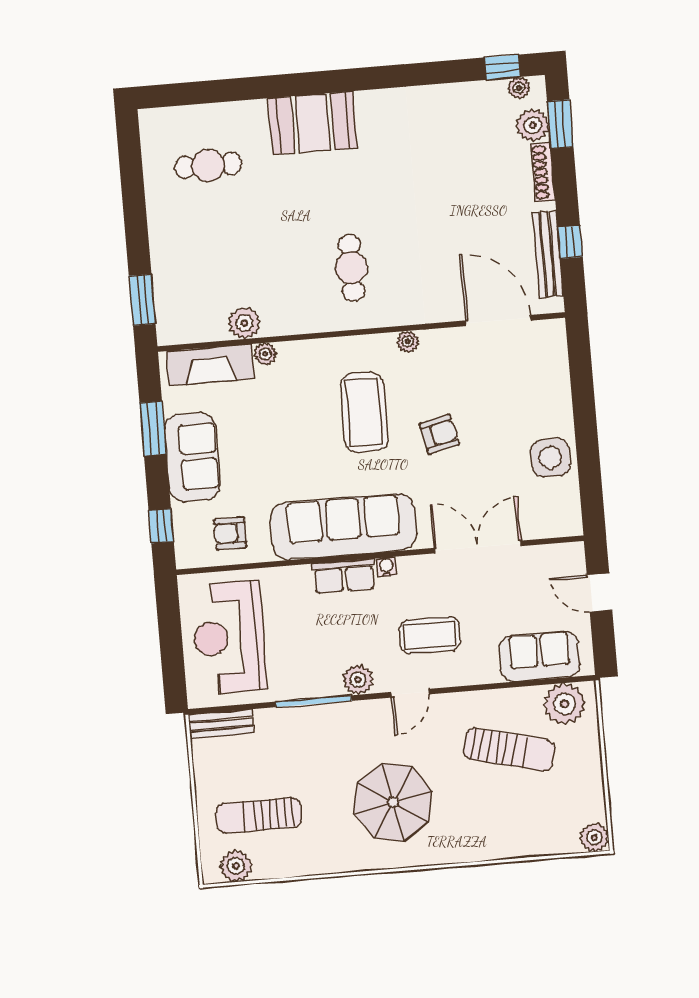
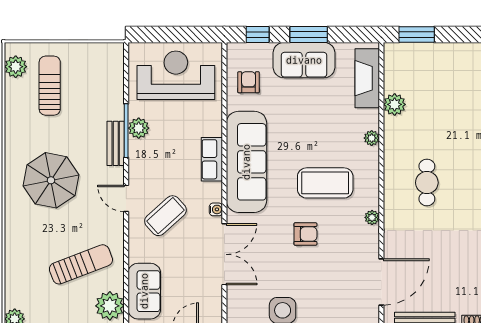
cafe table: (351, 268) -> (427, 183), turned 90
plant: (265, 354) -> (372, 138), moved
window: (153, 429) -> (309, 34), moved
armchair: (439, 434) -> (305, 234), turned -77
water cooler: (386, 567) -> (216, 209), moved
coffee table: (430, 635) -> (165, 216), turned 48
plant: (358, 680) -> (139, 128), moved
bench: (221, 724) -> (116, 143), moved
sun lounger: (509, 750) -> (81, 264), turned -125

